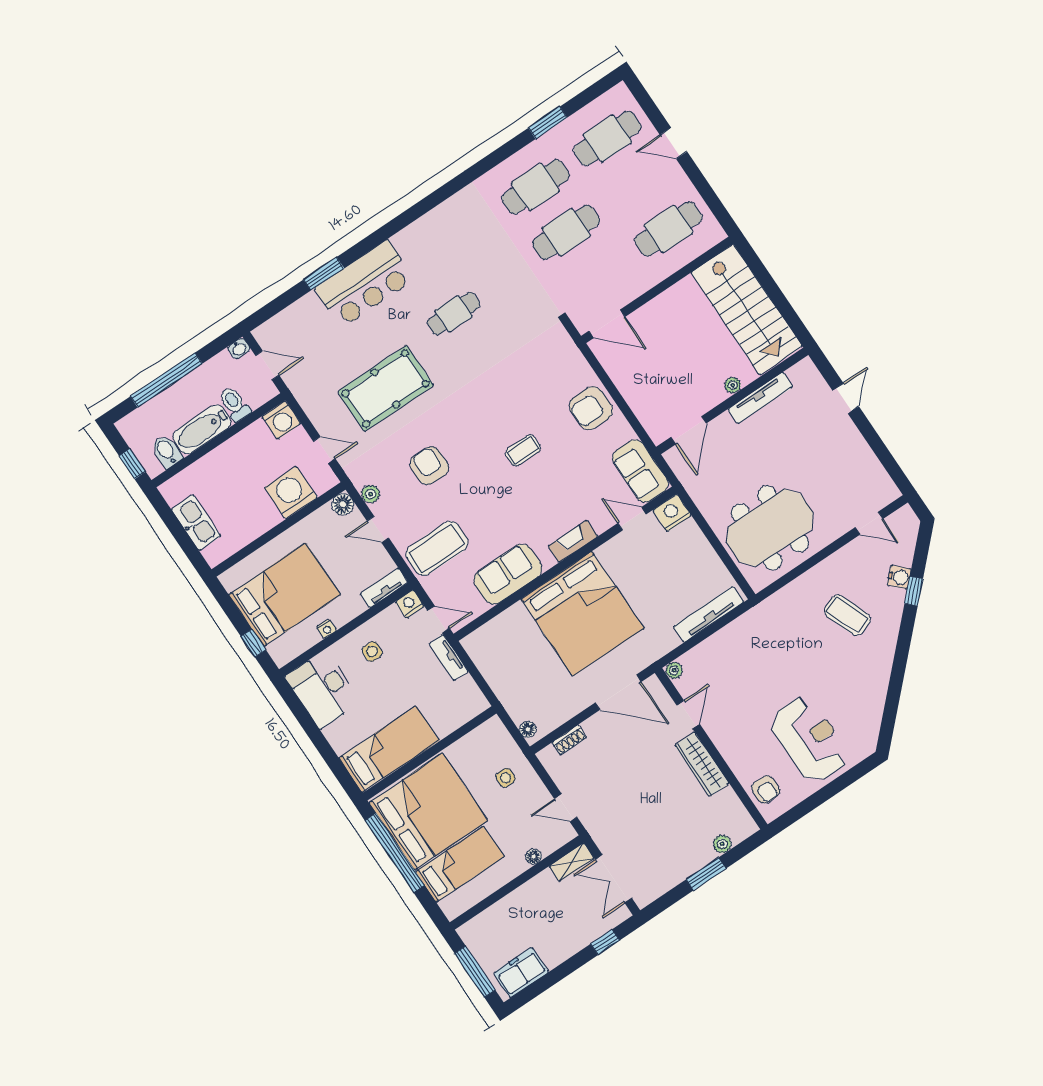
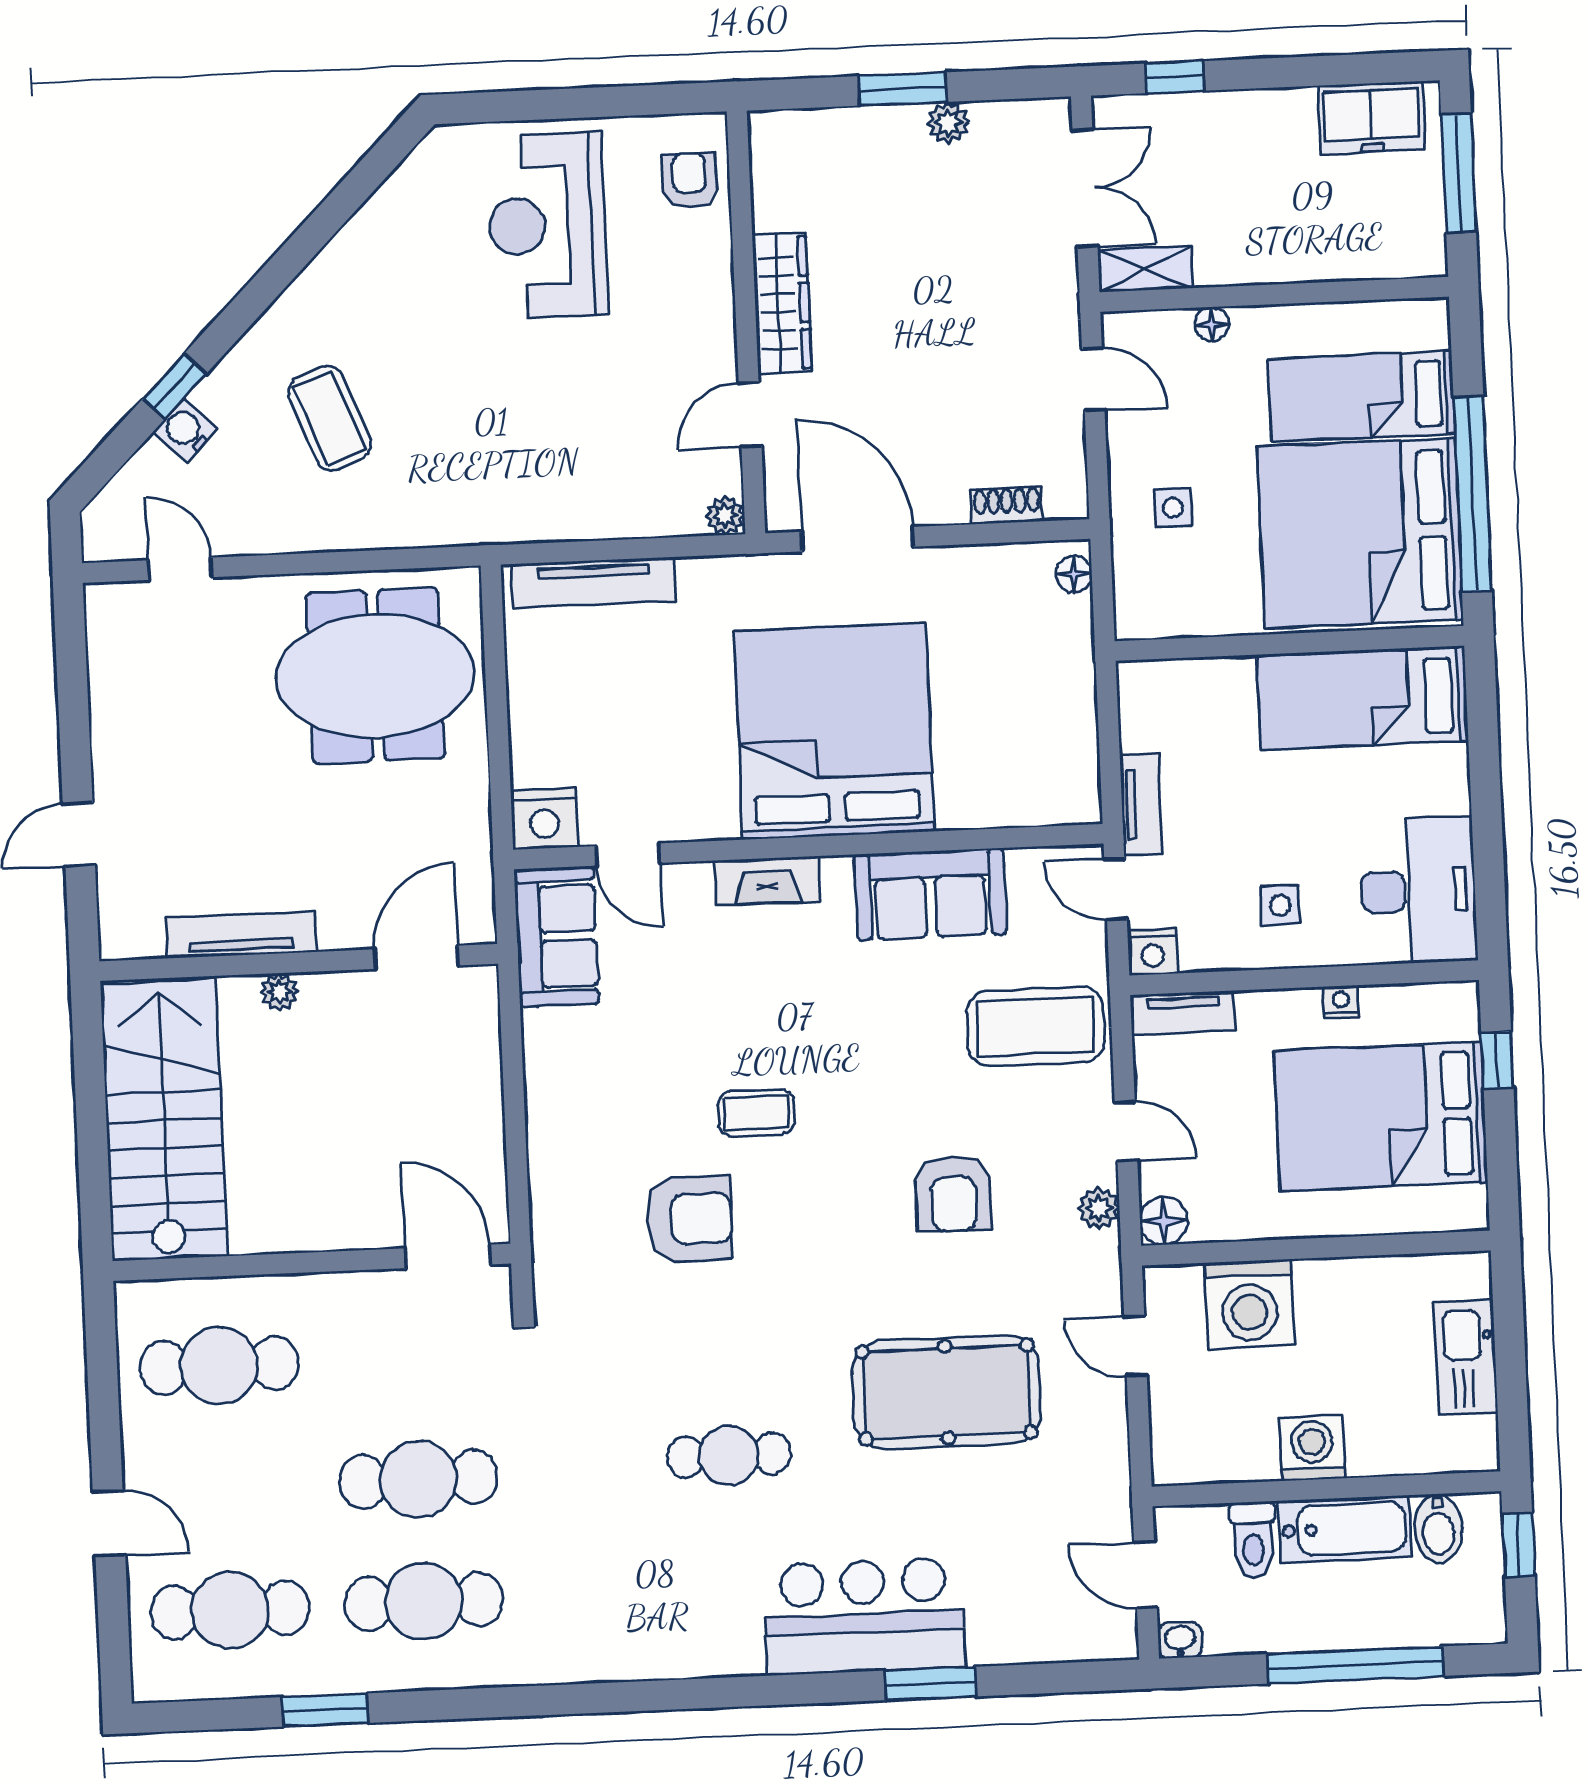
armchair: (591, 408) -> (689, 1219), moved
washing machine: (281, 420) -> (1312, 1448), moved
plant: (722, 844) -> (948, 123), moved

